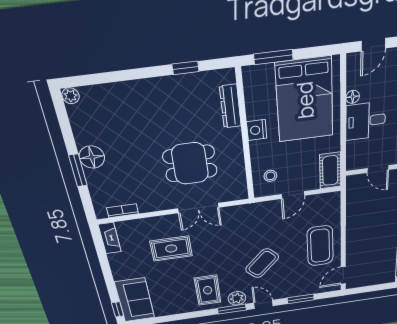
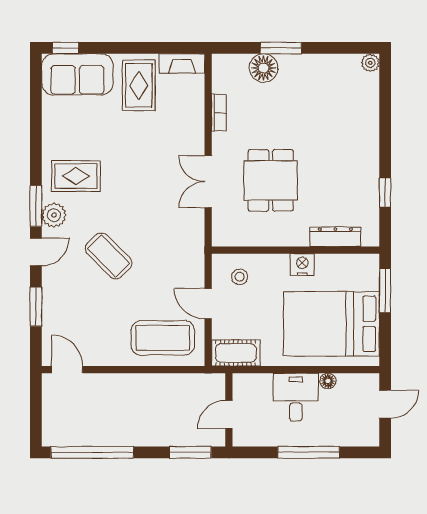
door: (373, 45) -> (385, 404), swing flipped
floor lamp: (92, 157) -> (264, 68), moved
bookcase: (123, 211) -> (219, 113), moved
coffee table: (320, 246) -> (163, 338), moved
rug: (171, 248) -> (139, 85), moved

